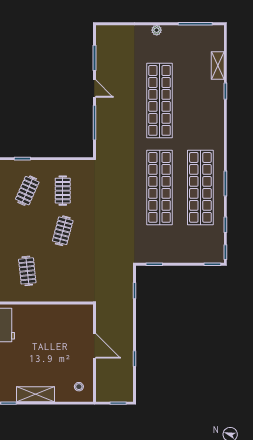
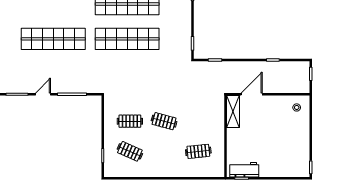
door: (94, 346) -> (252, 94), moved
shelving: (35, 394) -> (233, 111), moved

